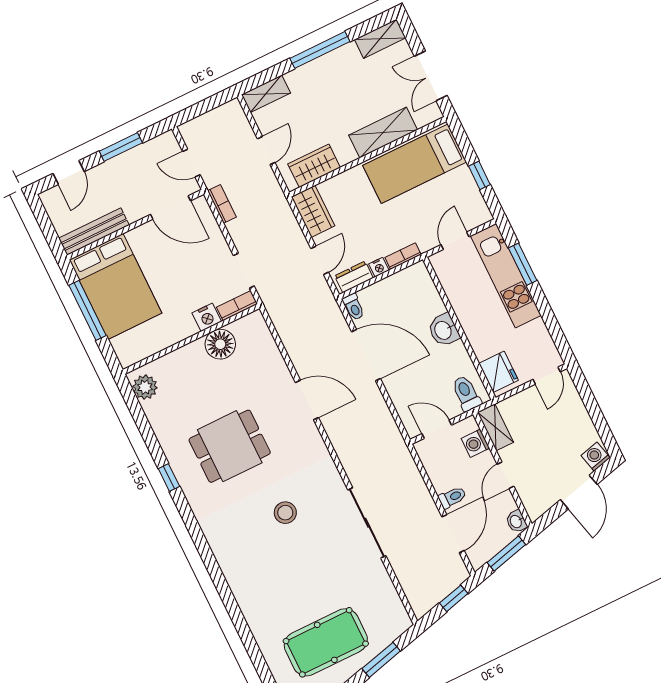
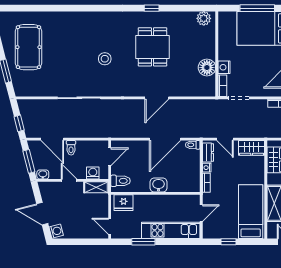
door: (455, 241) -> (201, 213), hinge flipped
window: (523, 264) -> (143, 242), moved

